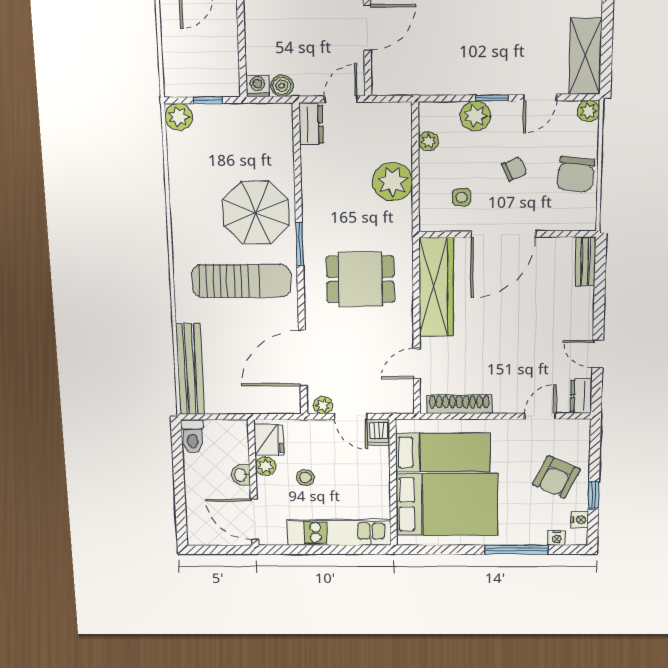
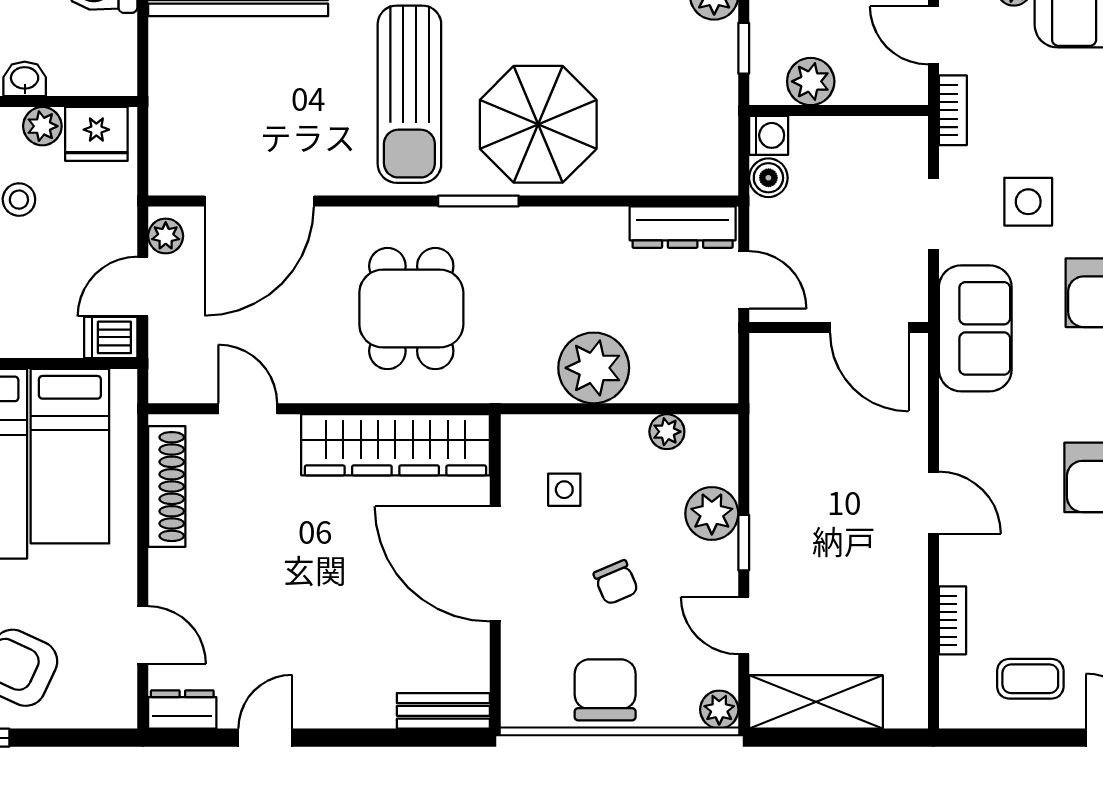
plant: (226, 62) -> (811, 81), added
dresser: (311, 124) -> (683, 227), width x1.44
chair: (576, 174) -> (605, 690), turned 83
door: (303, 358) -> (259, 201), swing flipped

